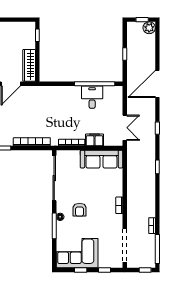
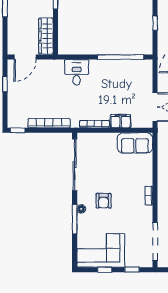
desk: (92, 97) -> (77, 72), moved
sofa: (101, 159) -> (135, 143), width x0.73

